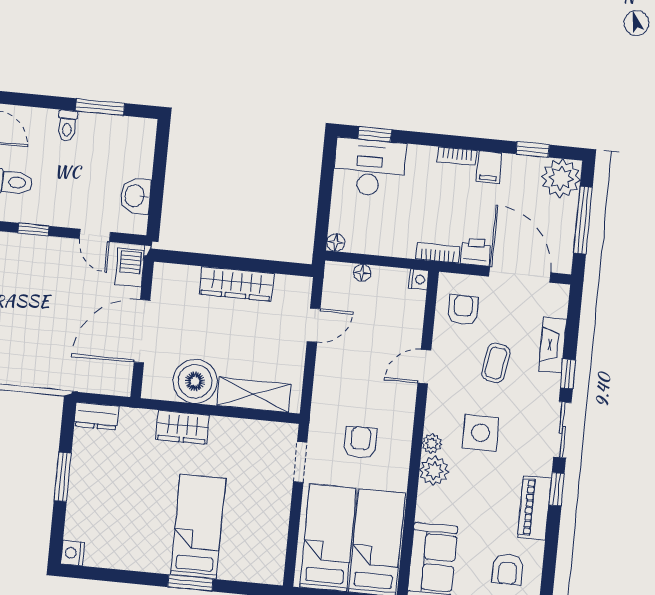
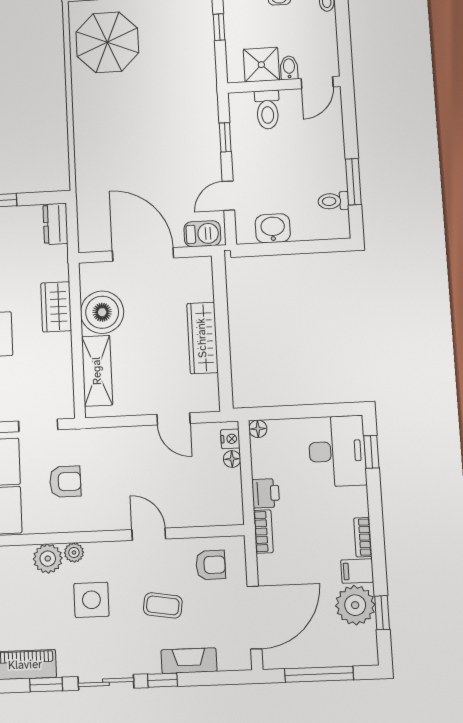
toilet: (67, 126) -> (333, 201), moved
plant: (561, 178) -> (355, 605), moved
printer: (476, 252) -> (266, 493), moved
nightstand: (419, 279) -> (230, 439), moved, turned -90

